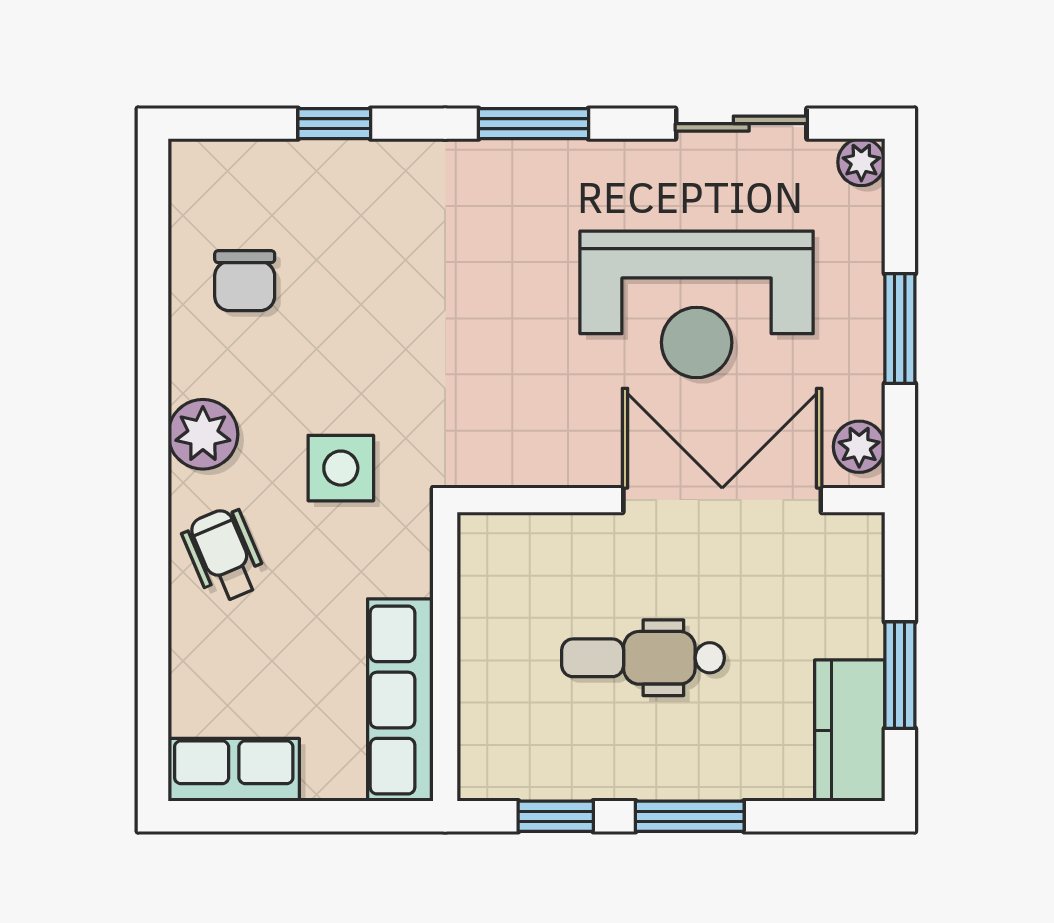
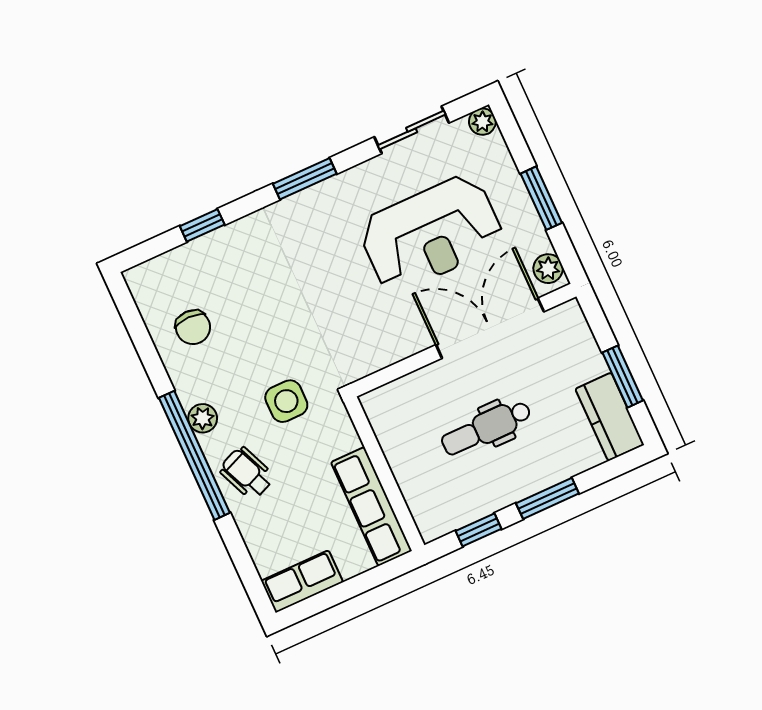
plant: (203, 434) -> (203, 418), width x0.73, depth x0.73
window: (153, 488) -> (194, 455), added

